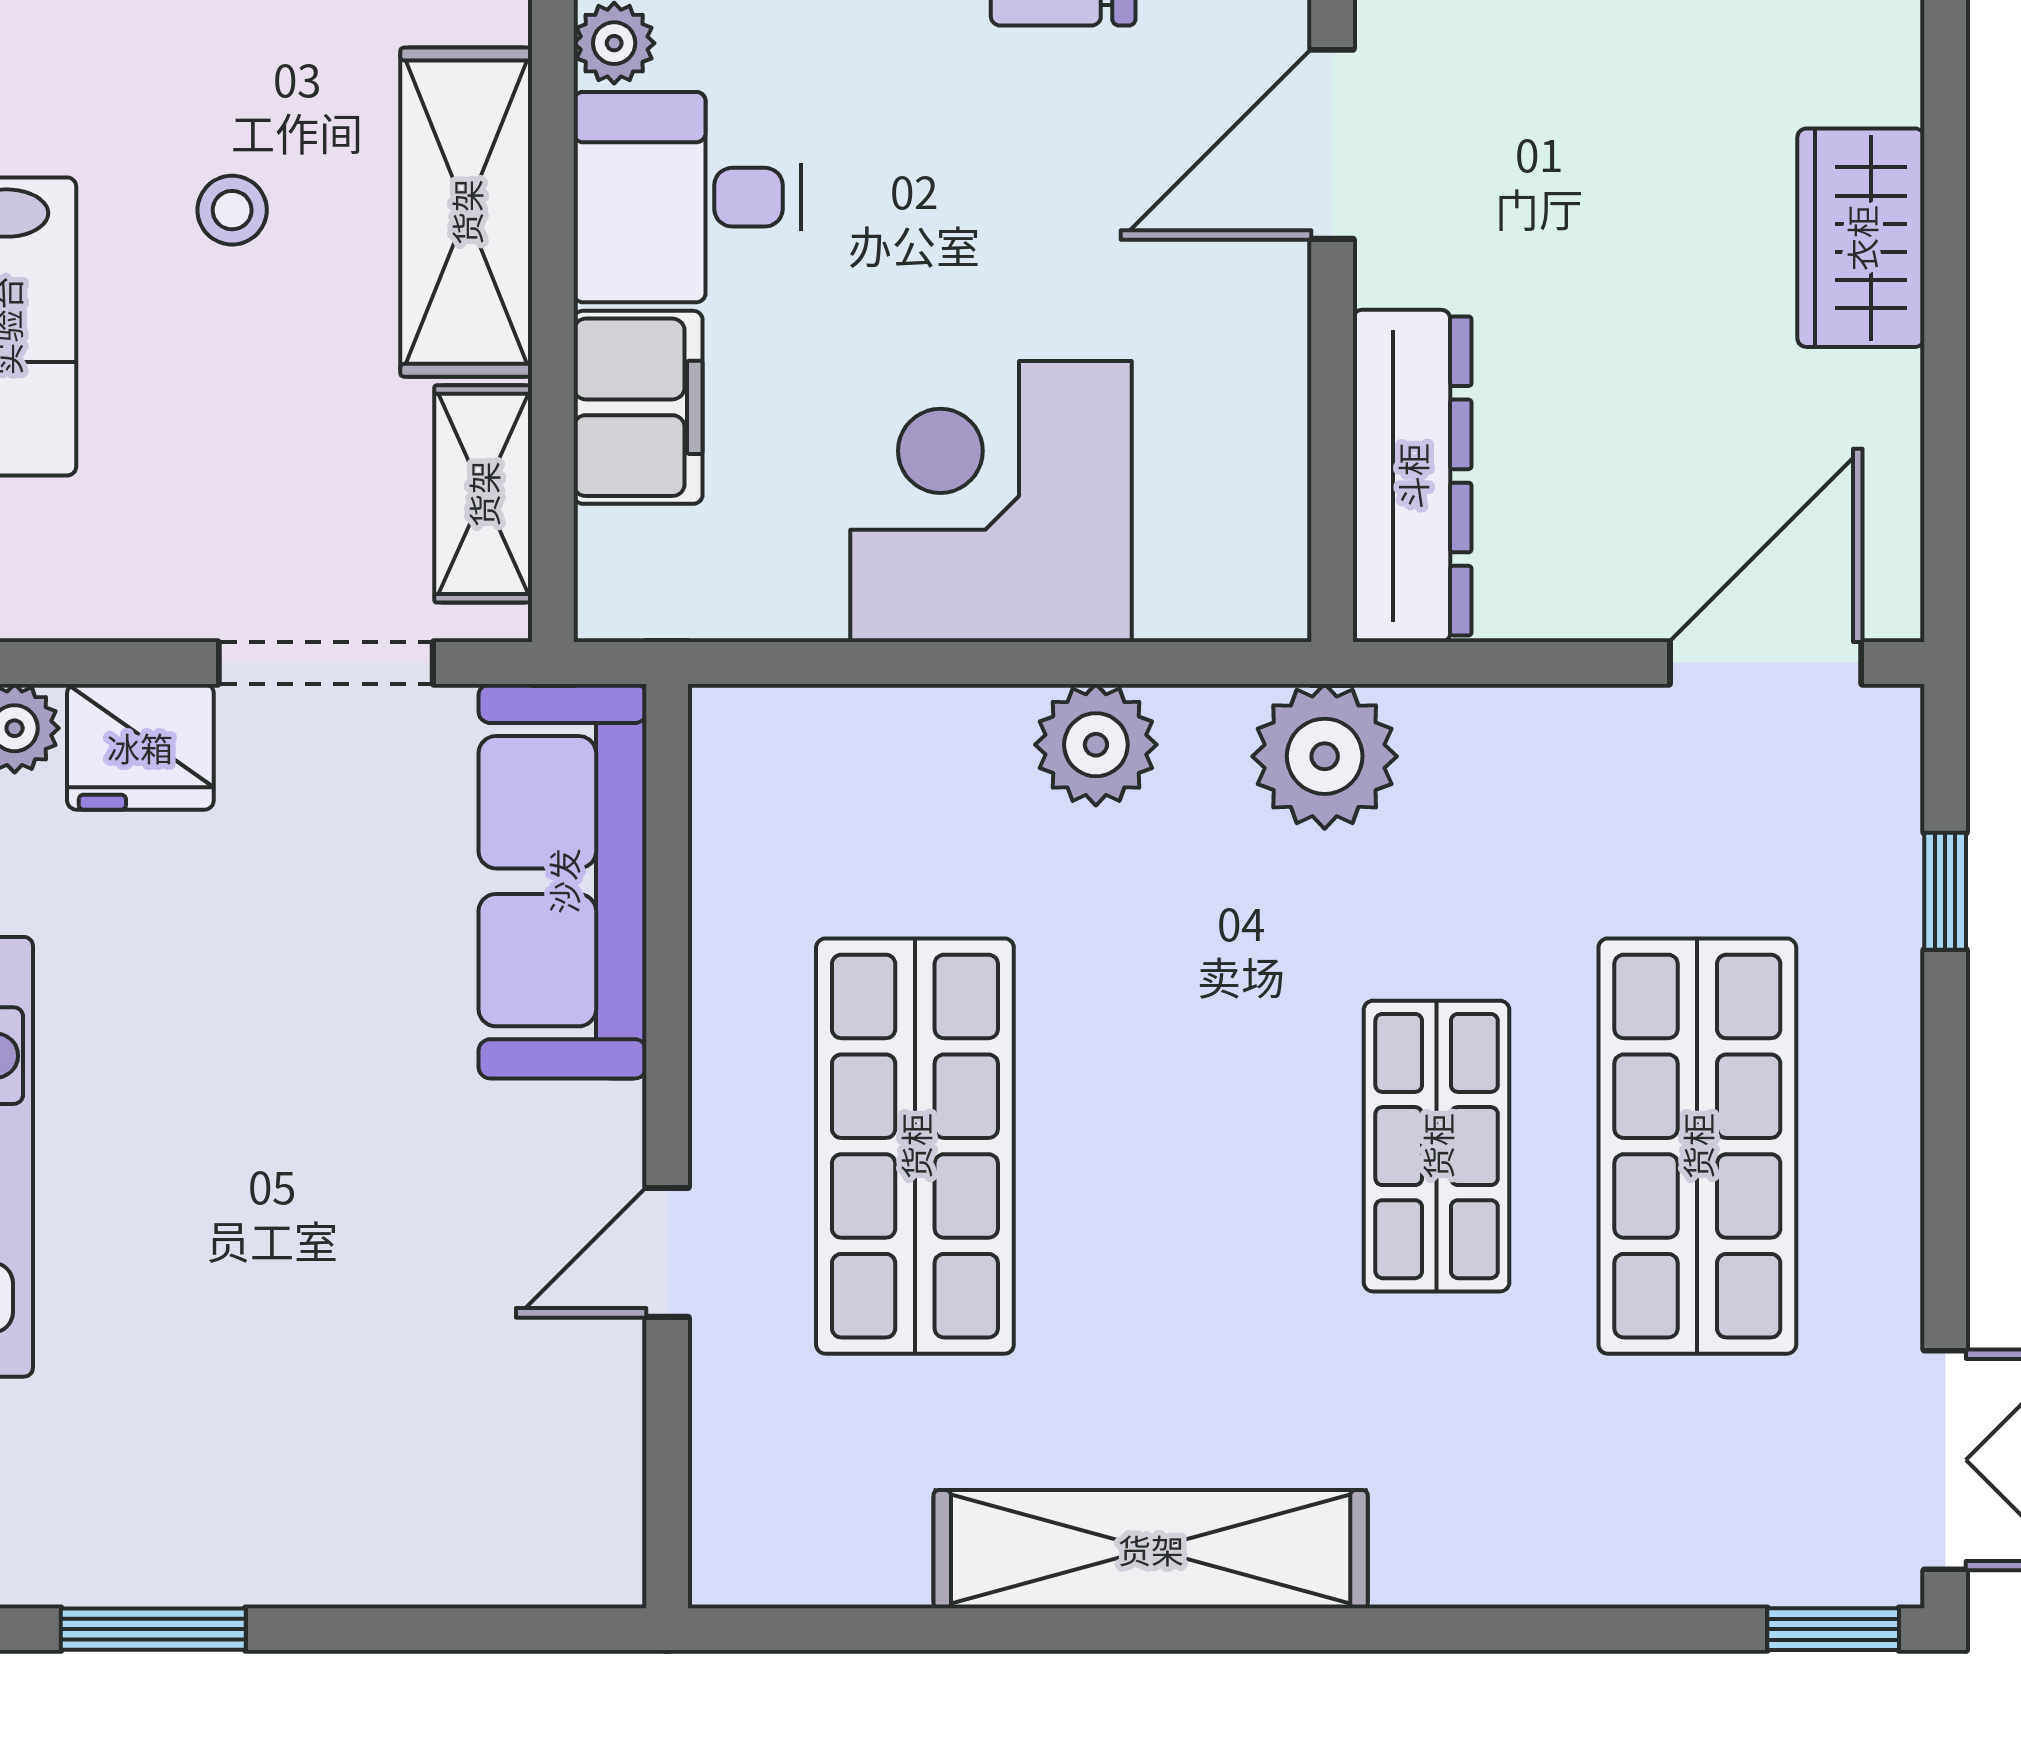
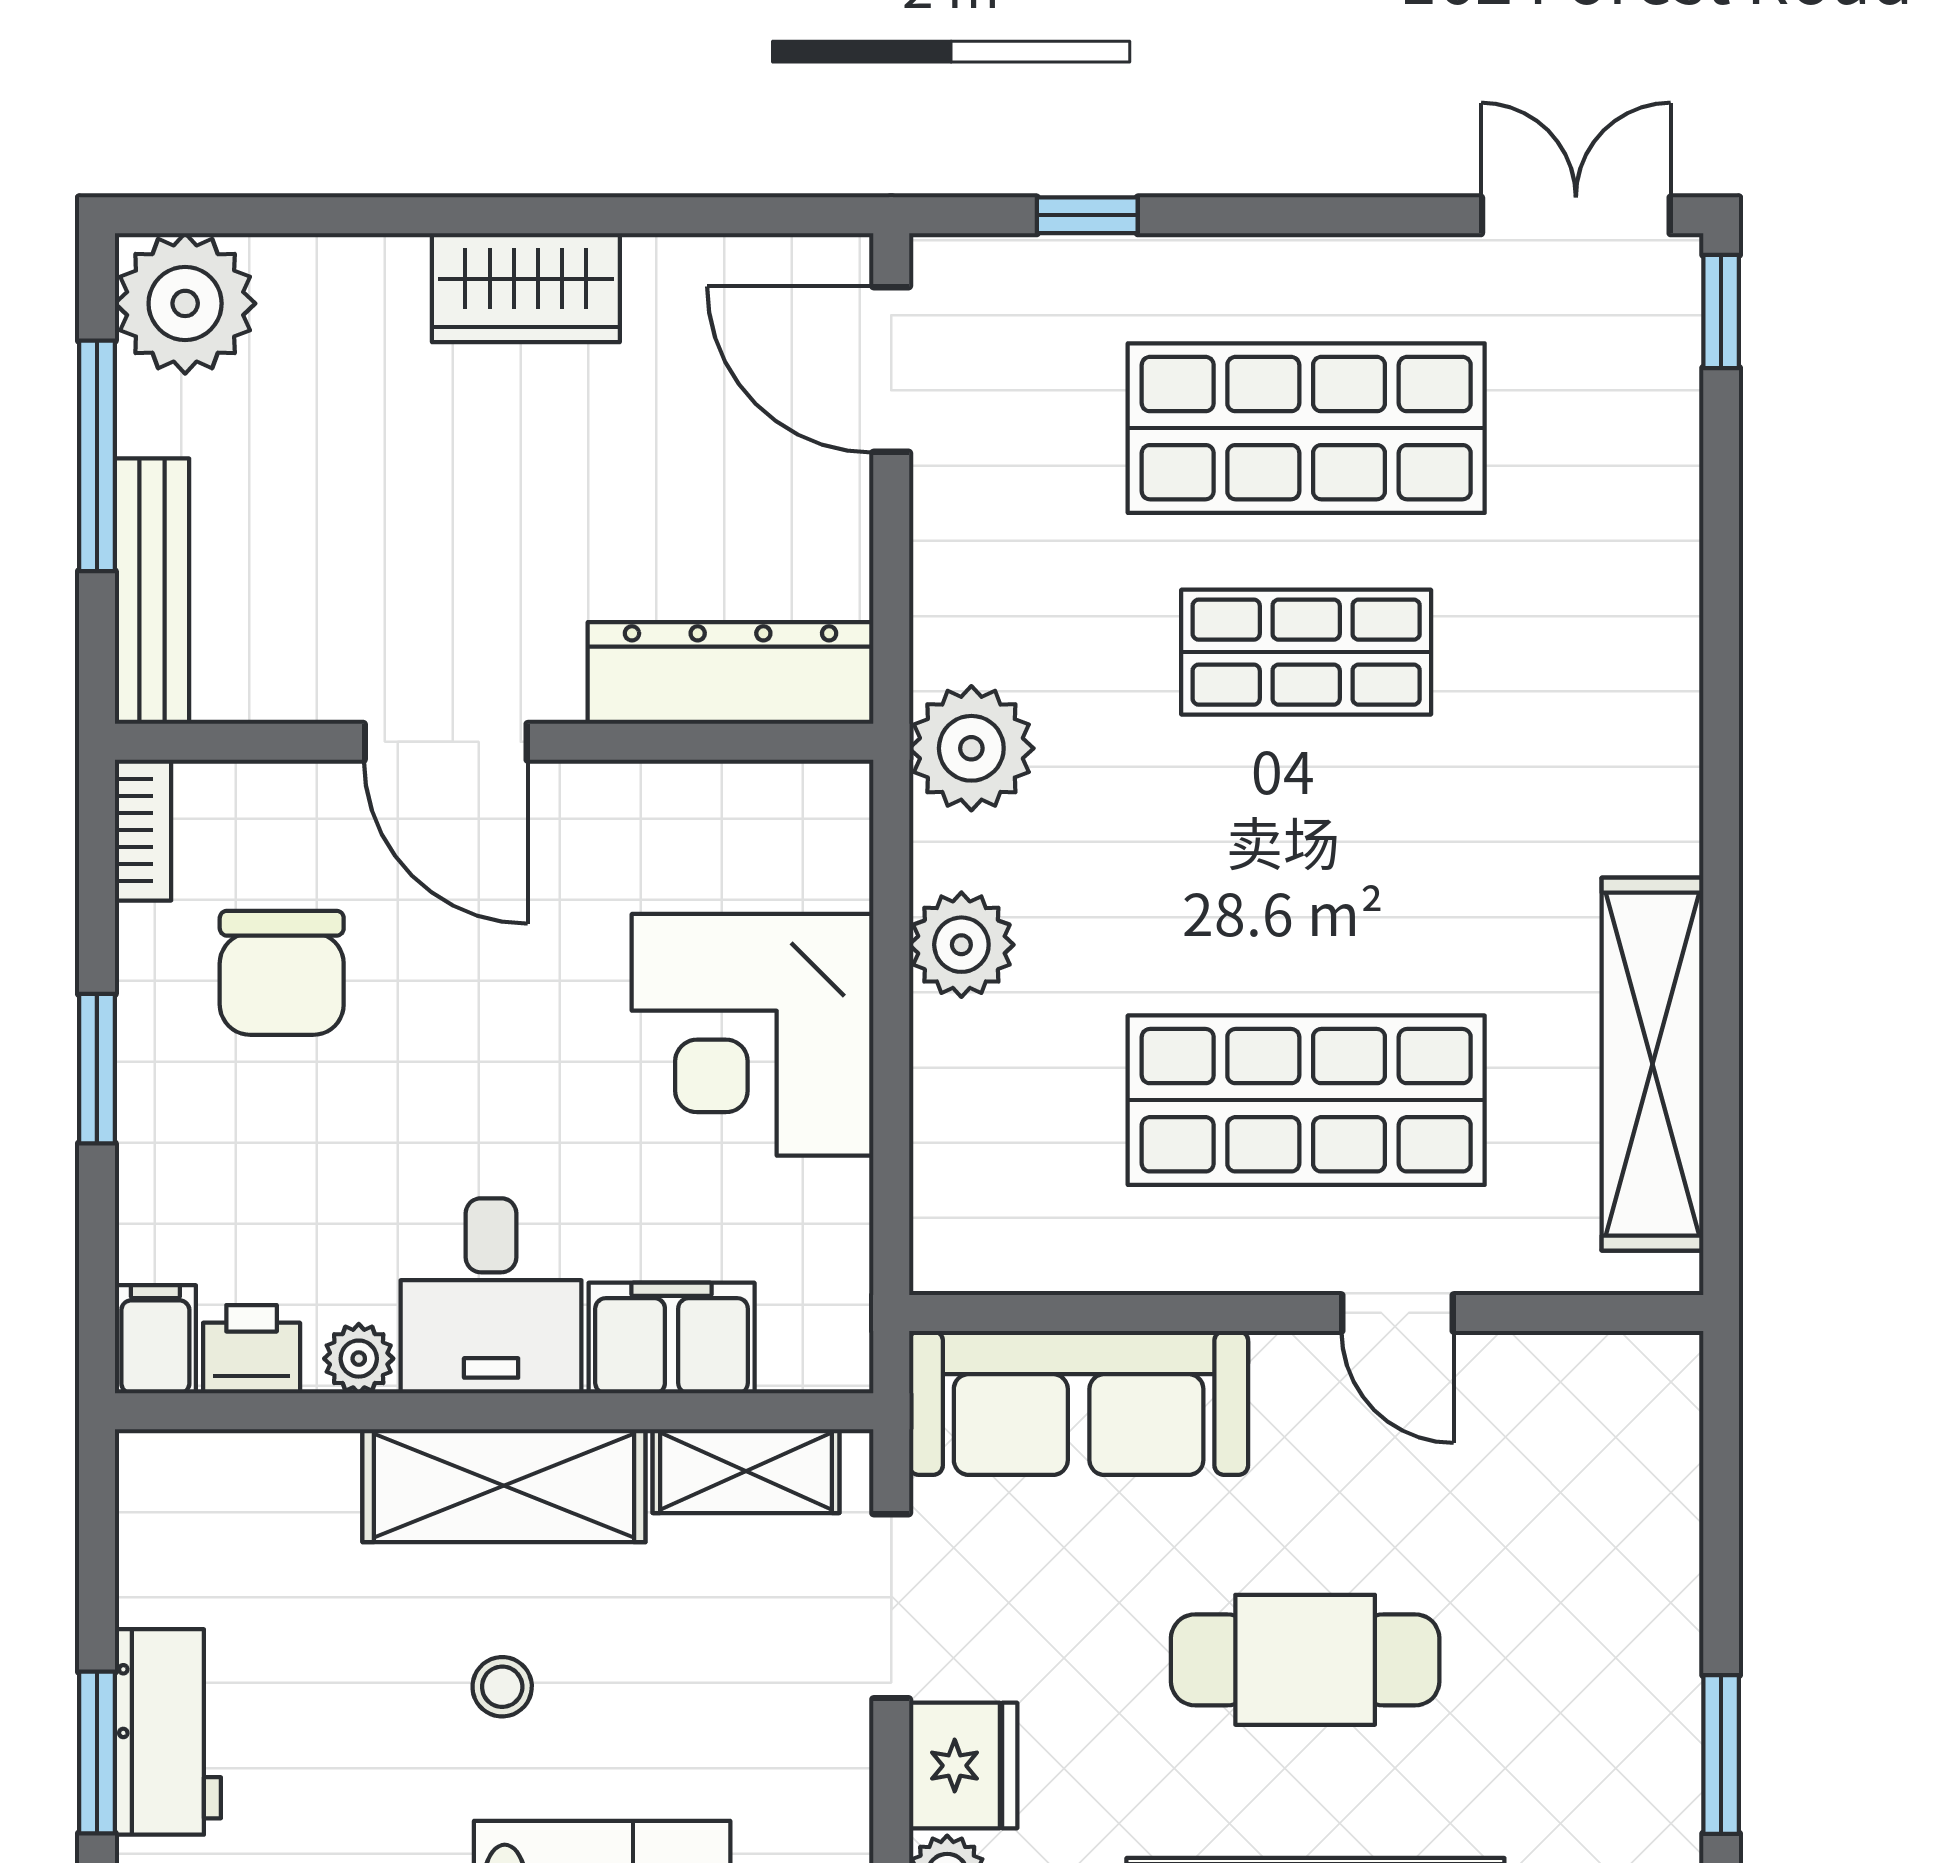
cafe table: (263, 1145) -> (1305, 1660), added
shelving: (1151, 1549) -> (1652, 1064), moved

